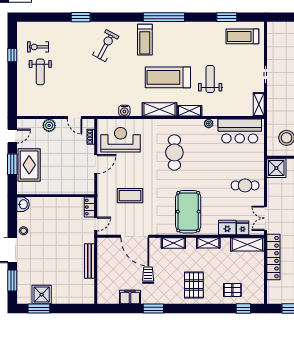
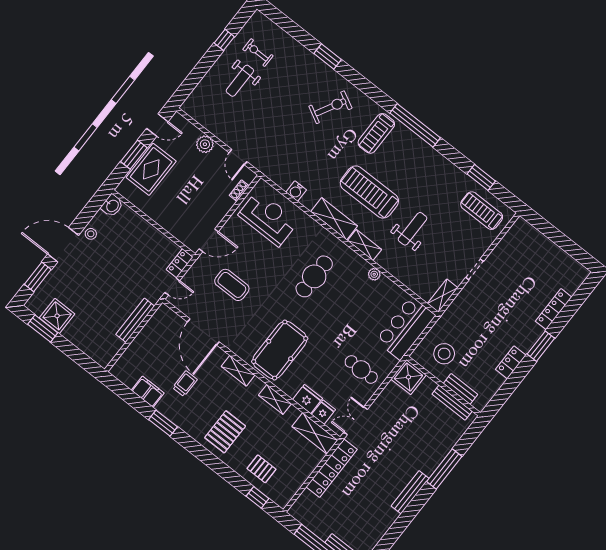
bar counter: (240, 131) -> (406, 328), moved, turned 90
door: (96, 164) -> (209, 240), moved

